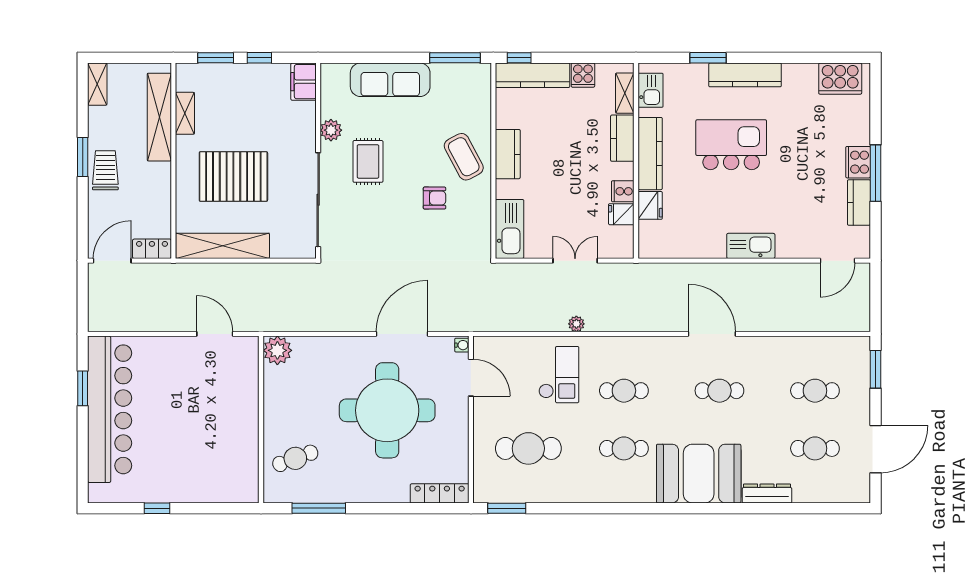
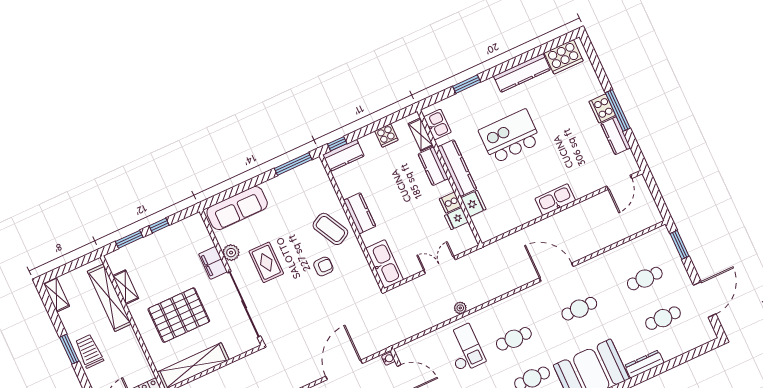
kitchen counter: (533, 75) -> (343, 155), width x0.67
kitchen counter: (745, 75) -> (522, 73), moved
sofa: (390, 80) -> (237, 208), moved
filing cabinet: (303, 82) -> (213, 263), moved

